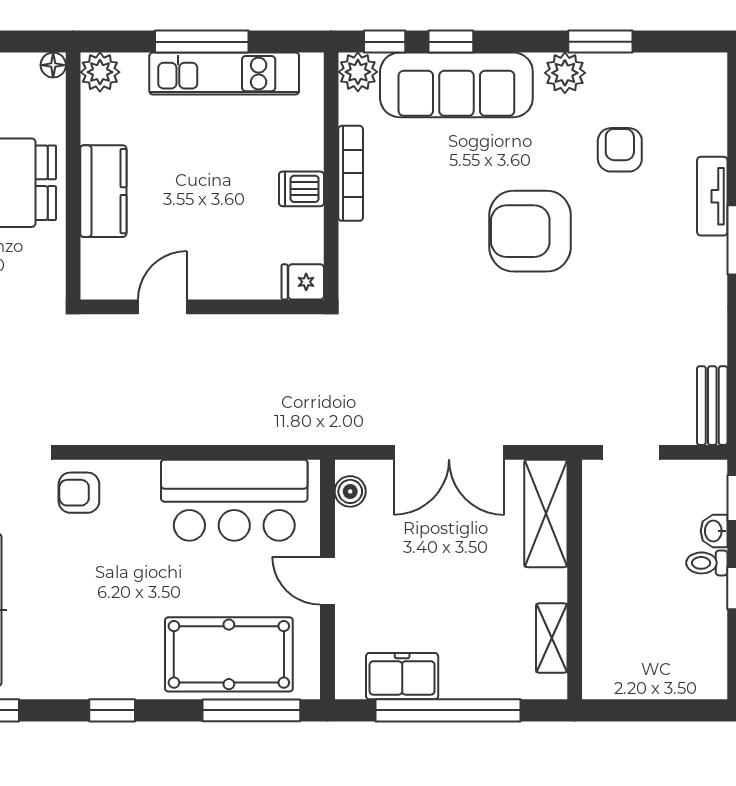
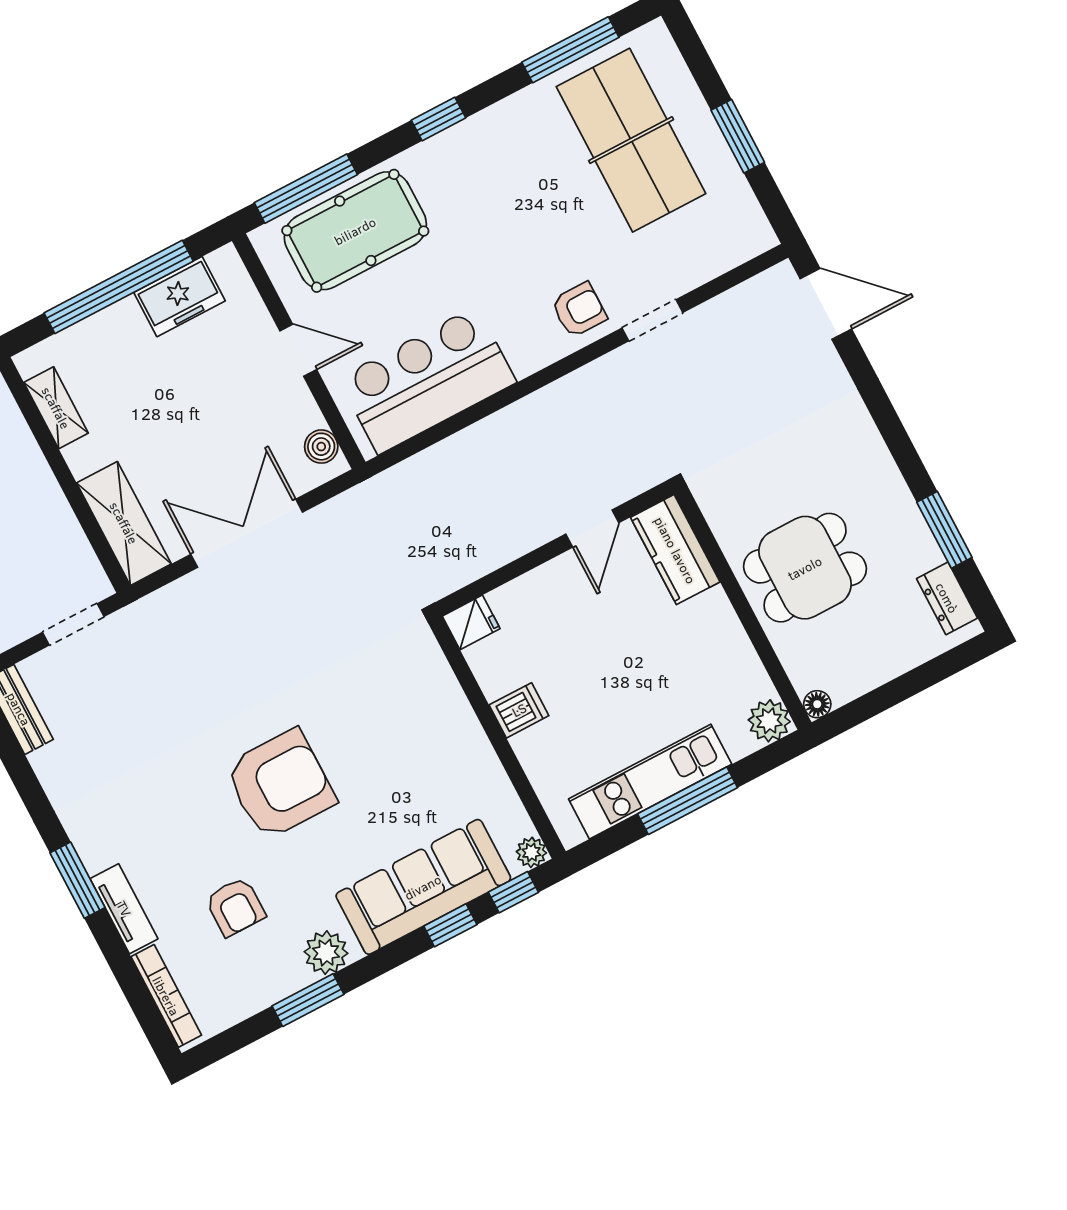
plant: (358, 72) -> (531, 852), width x0.73, depth x0.73
bookcase: (351, 173) -> (166, 996), moved, turned 180
kitchen counter: (103, 191) -> (675, 550), moved

